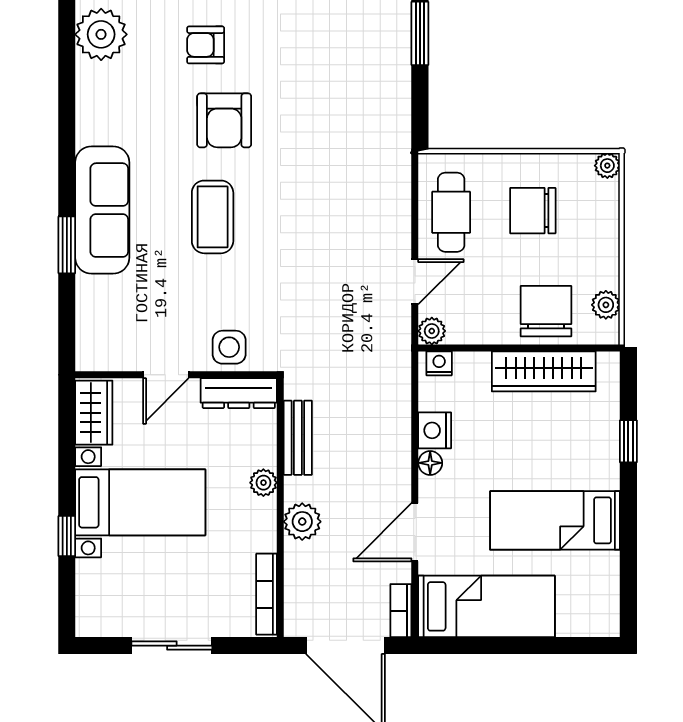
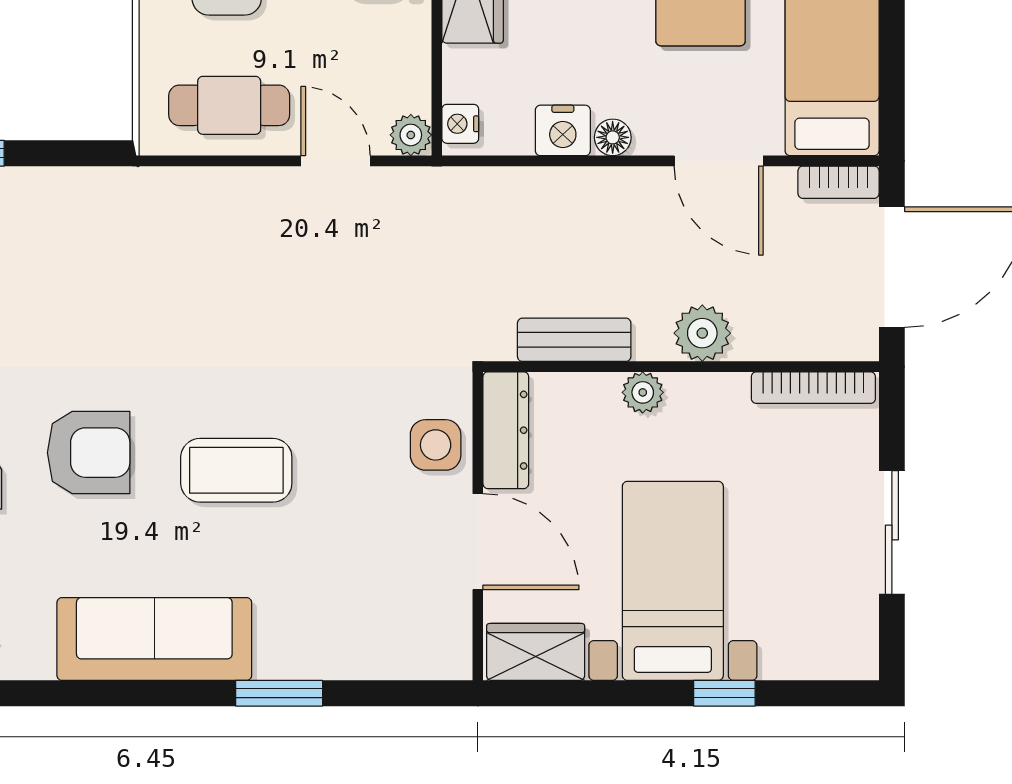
sofa: (102, 210) -> (154, 639), moved
door: (166, 375) -> (478, 542), width x1.38

